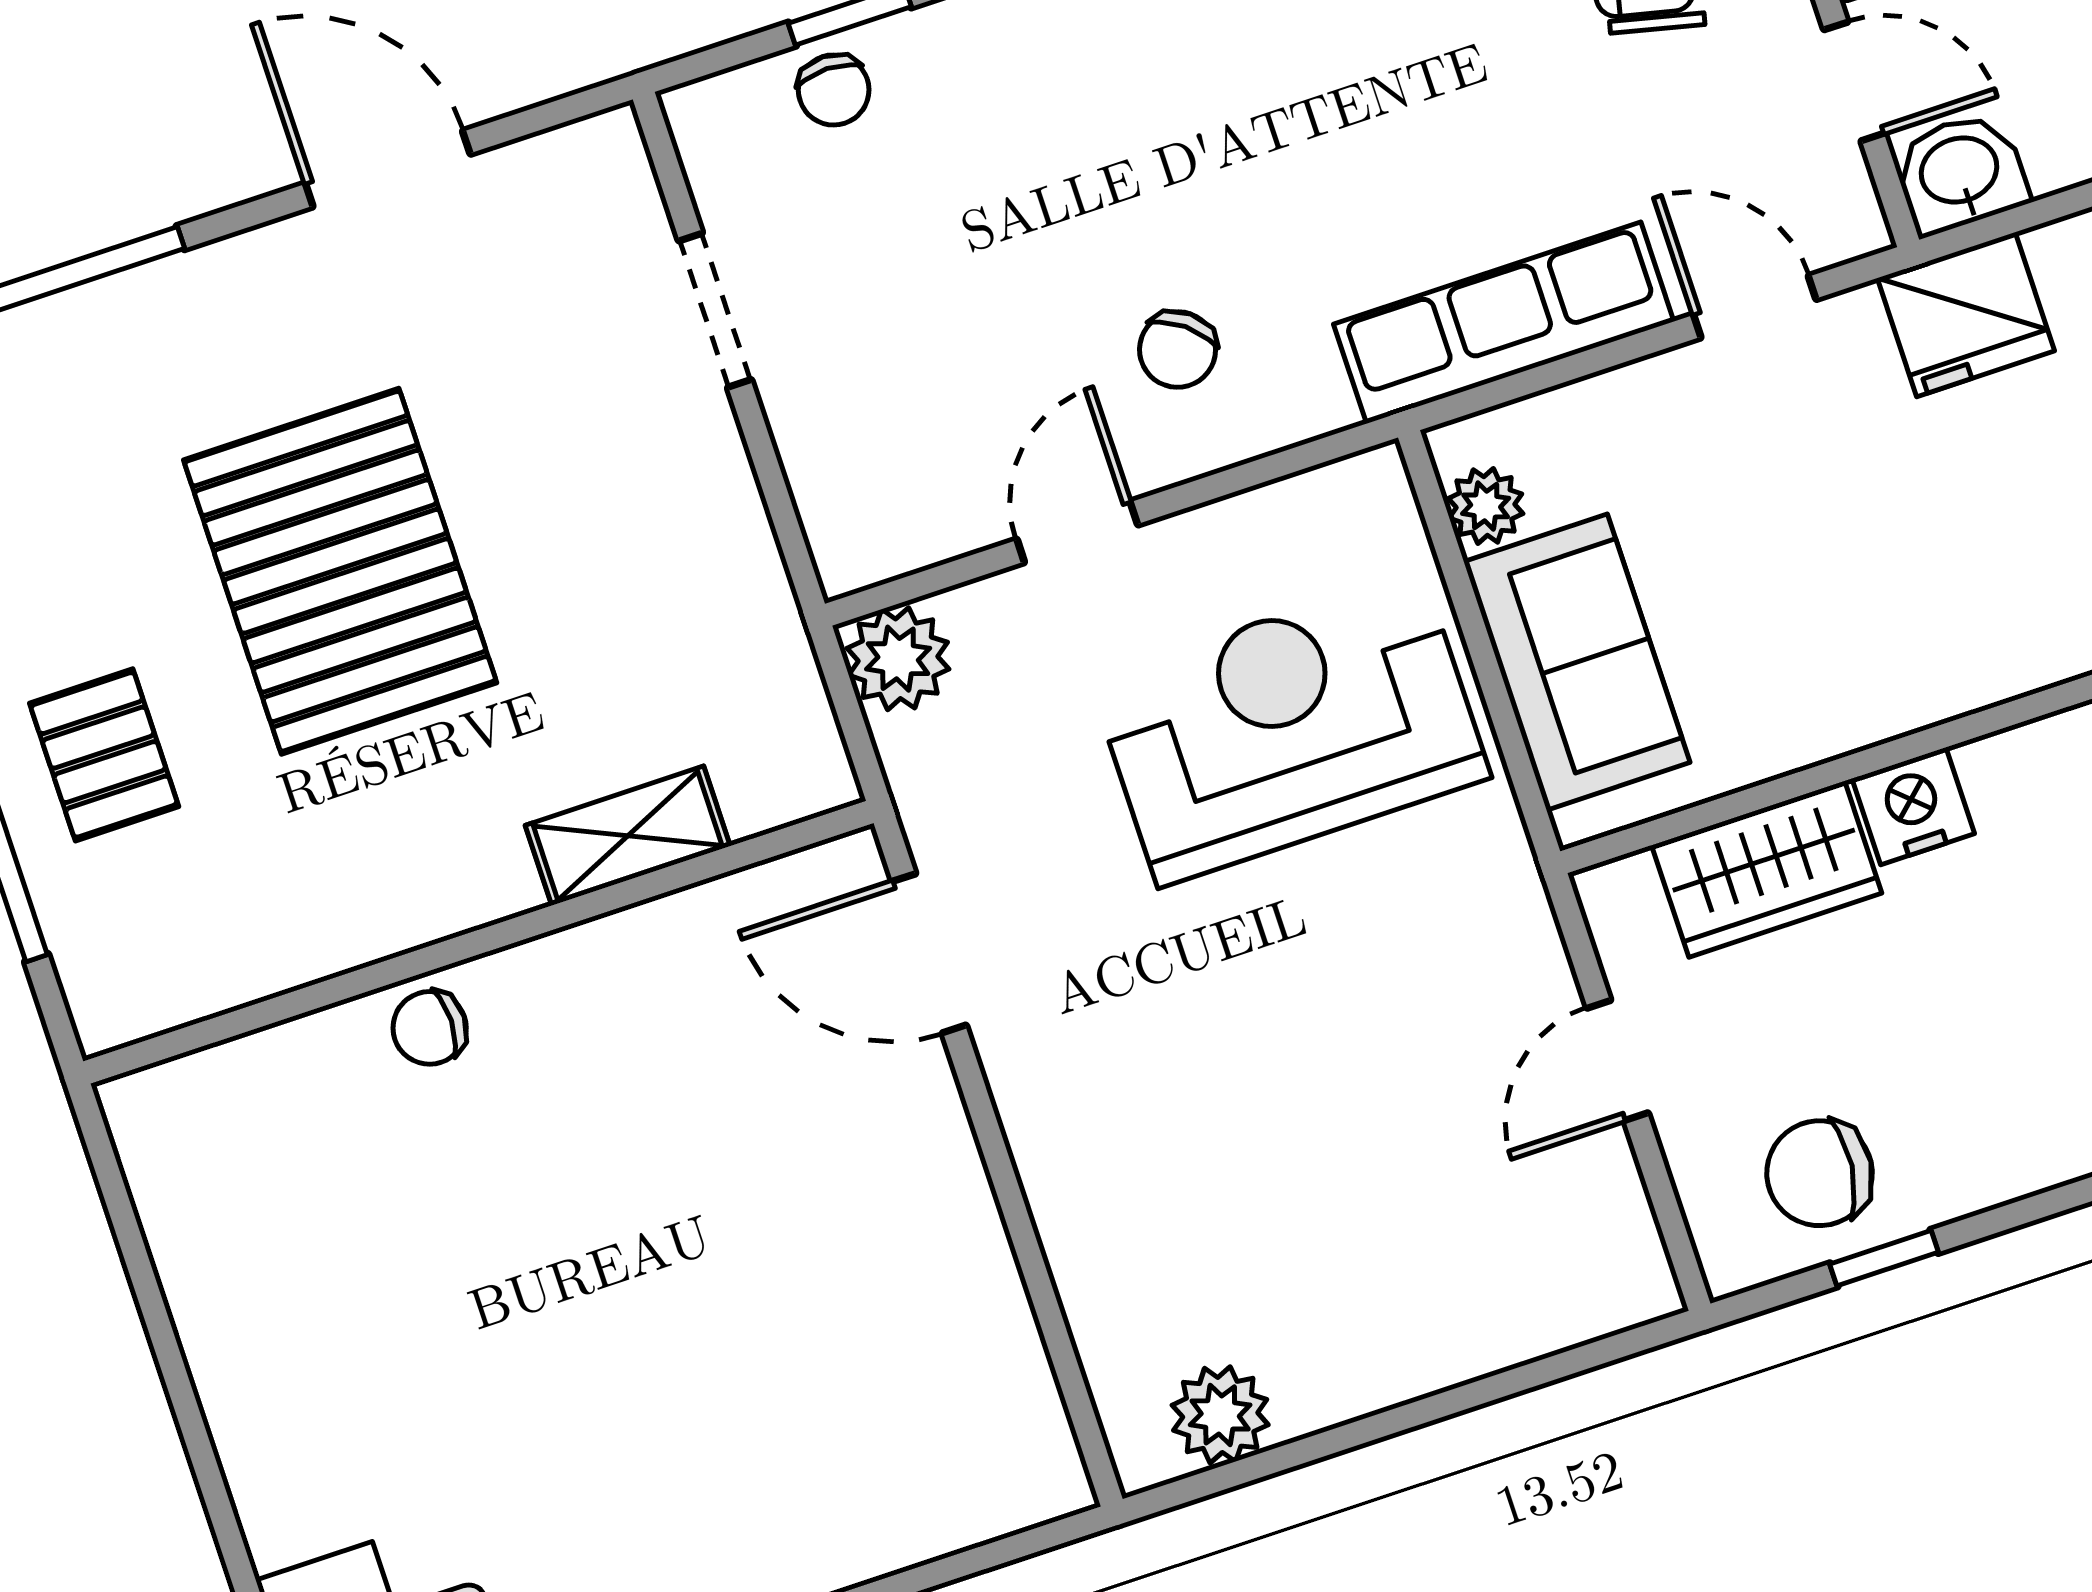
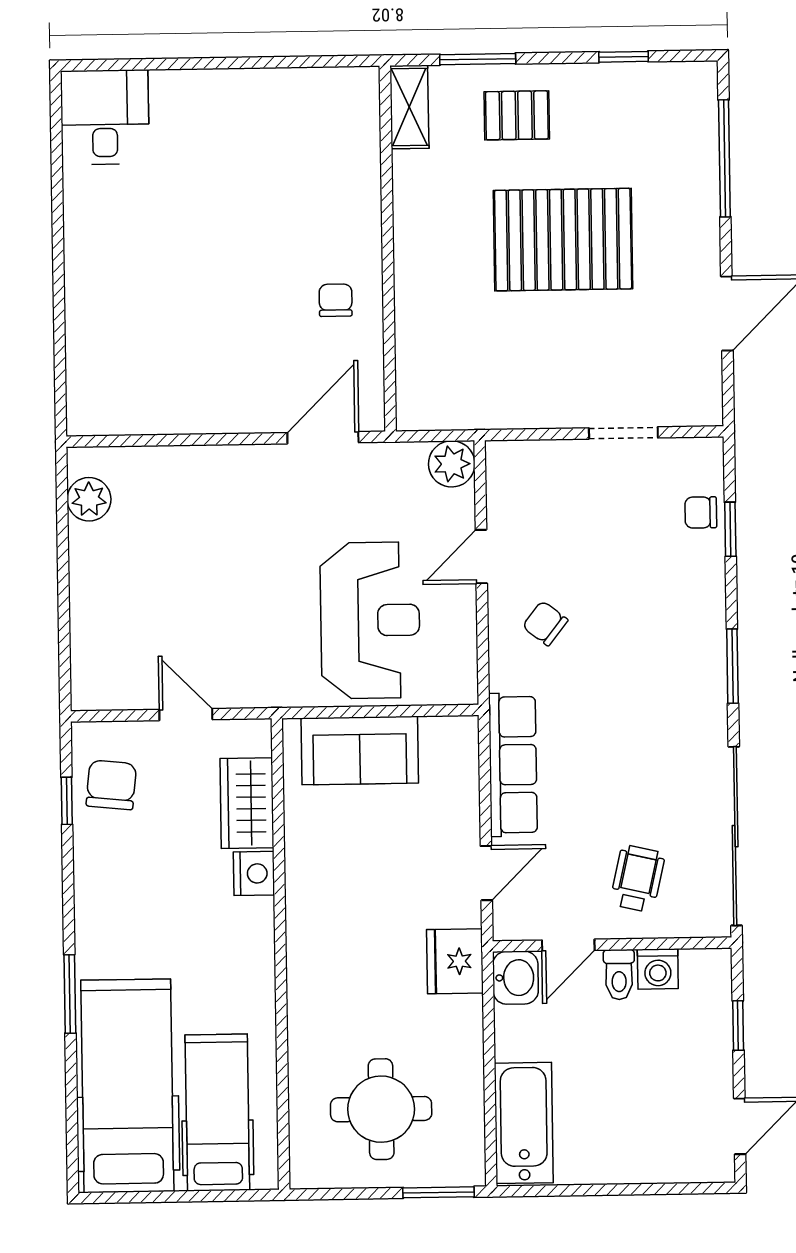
plant: (1486, 506) -> (438, 733), removed
door: (1077, 532) -> (481, 557), swing flipped
shelving: (628, 836) -> (409, 107), moved
chair: (430, 1028) -> (336, 300), moved

